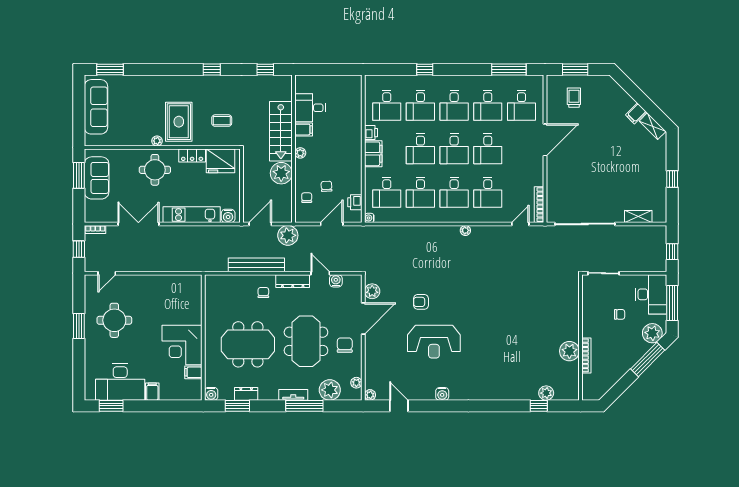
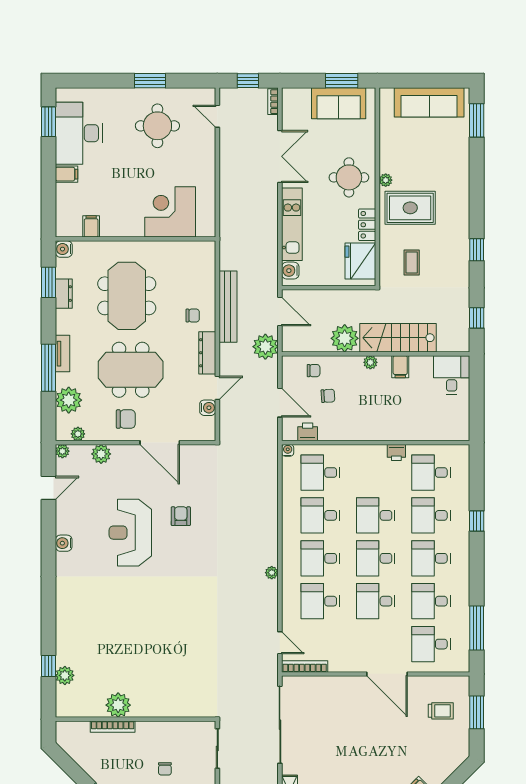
desk: (310, 108) -> (452, 375), moved
filing cabinet: (373, 154) -> (369, 455), removed
plant: (372, 291) -> (101, 454), moved
corner desk: (182, 345) -> (170, 212), moved

